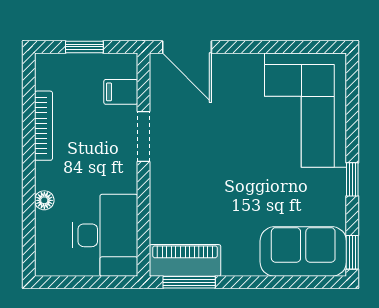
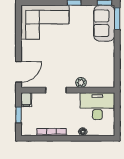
filing cabinet: (121, 92) -> (26, 100), moved
plant: (162, 196) -> (81, 83), added
piano: (185, 260) -> (108, 73), removed
window: (189, 282) -> (117, 19), moved

